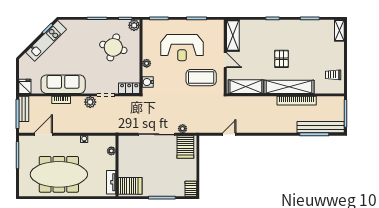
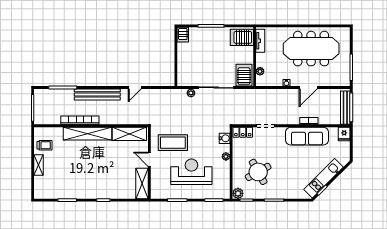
shelving: (339, 30) -> (38, 165), moved
round table: (113, 47) -> (258, 172), turned 45
pallet: (282, 59) -> (95, 161), removed
plant: (90, 102) -> (281, 119), removed
bench: (24, 109) -> (345, 108), width x1.36
bench: (321, 127) -> (97, 94), moved
door: (43, 134) -> (308, 88), moved
door: (229, 134) -> (135, 88), moved
server rack: (185, 147) -> (244, 75), moved

